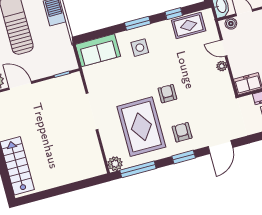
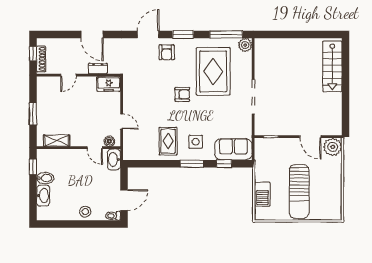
window: (174, 14) -> (224, 164), moved
rug: (189, 25) -> (168, 141), moved, turned 90
plant: (222, 66) -> (128, 106), removed
armchair: (167, 94) -> (182, 94), turned -90
armchair: (182, 132) -> (167, 52), moved

